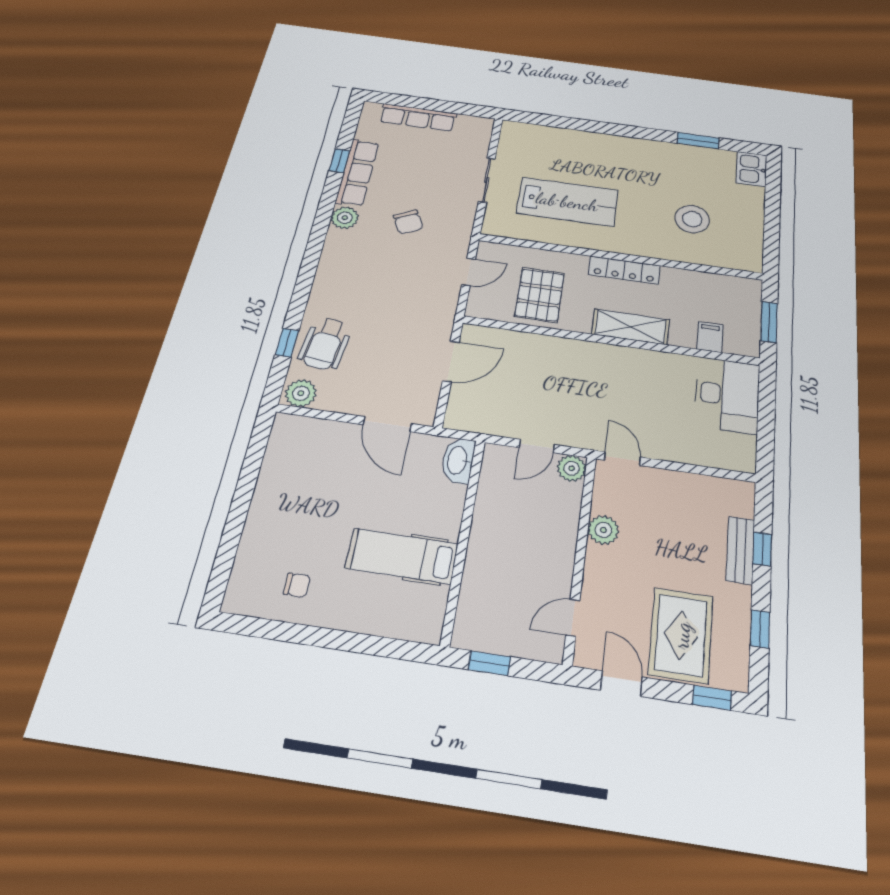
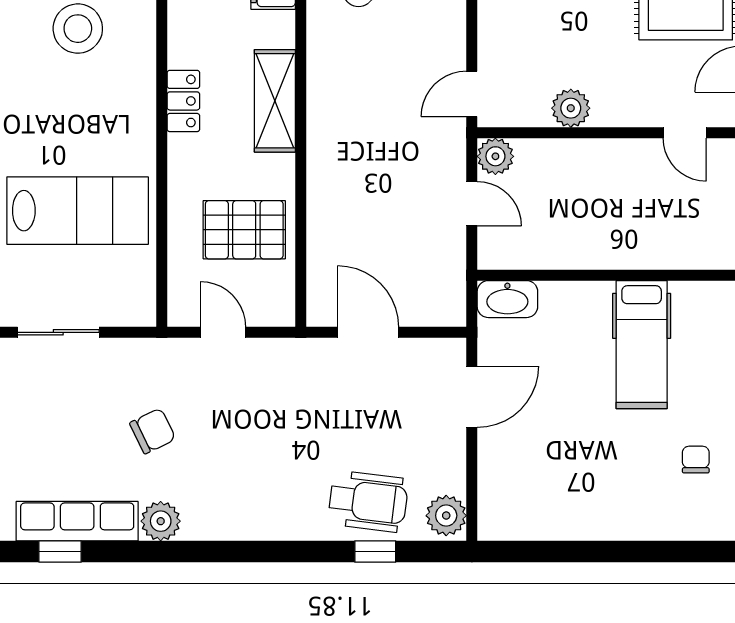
lab bench: (567, 202) -> (78, 211), turned 90
locker: (624, 270) -> (183, 101), width x0.66

